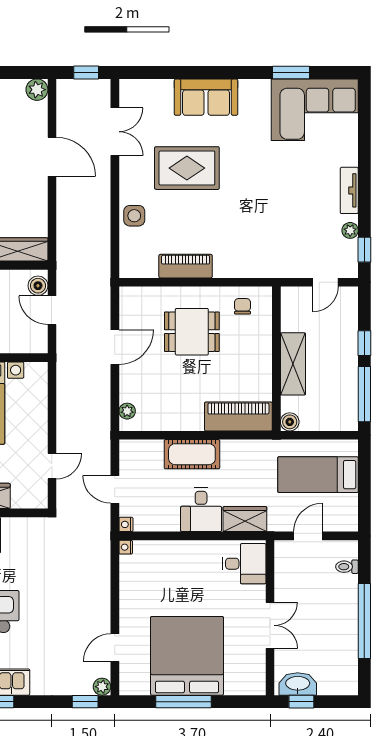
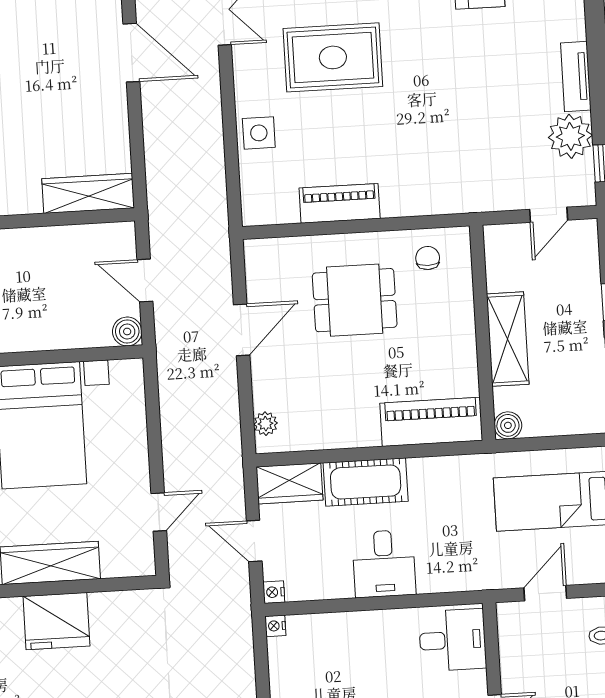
plant: (350, 230) -> (570, 136), width x1.88, depth x1.88
boiler: (38, 286) -> (127, 331), moved
wardrobe: (245, 519) -> (289, 483), moved, turned 180

